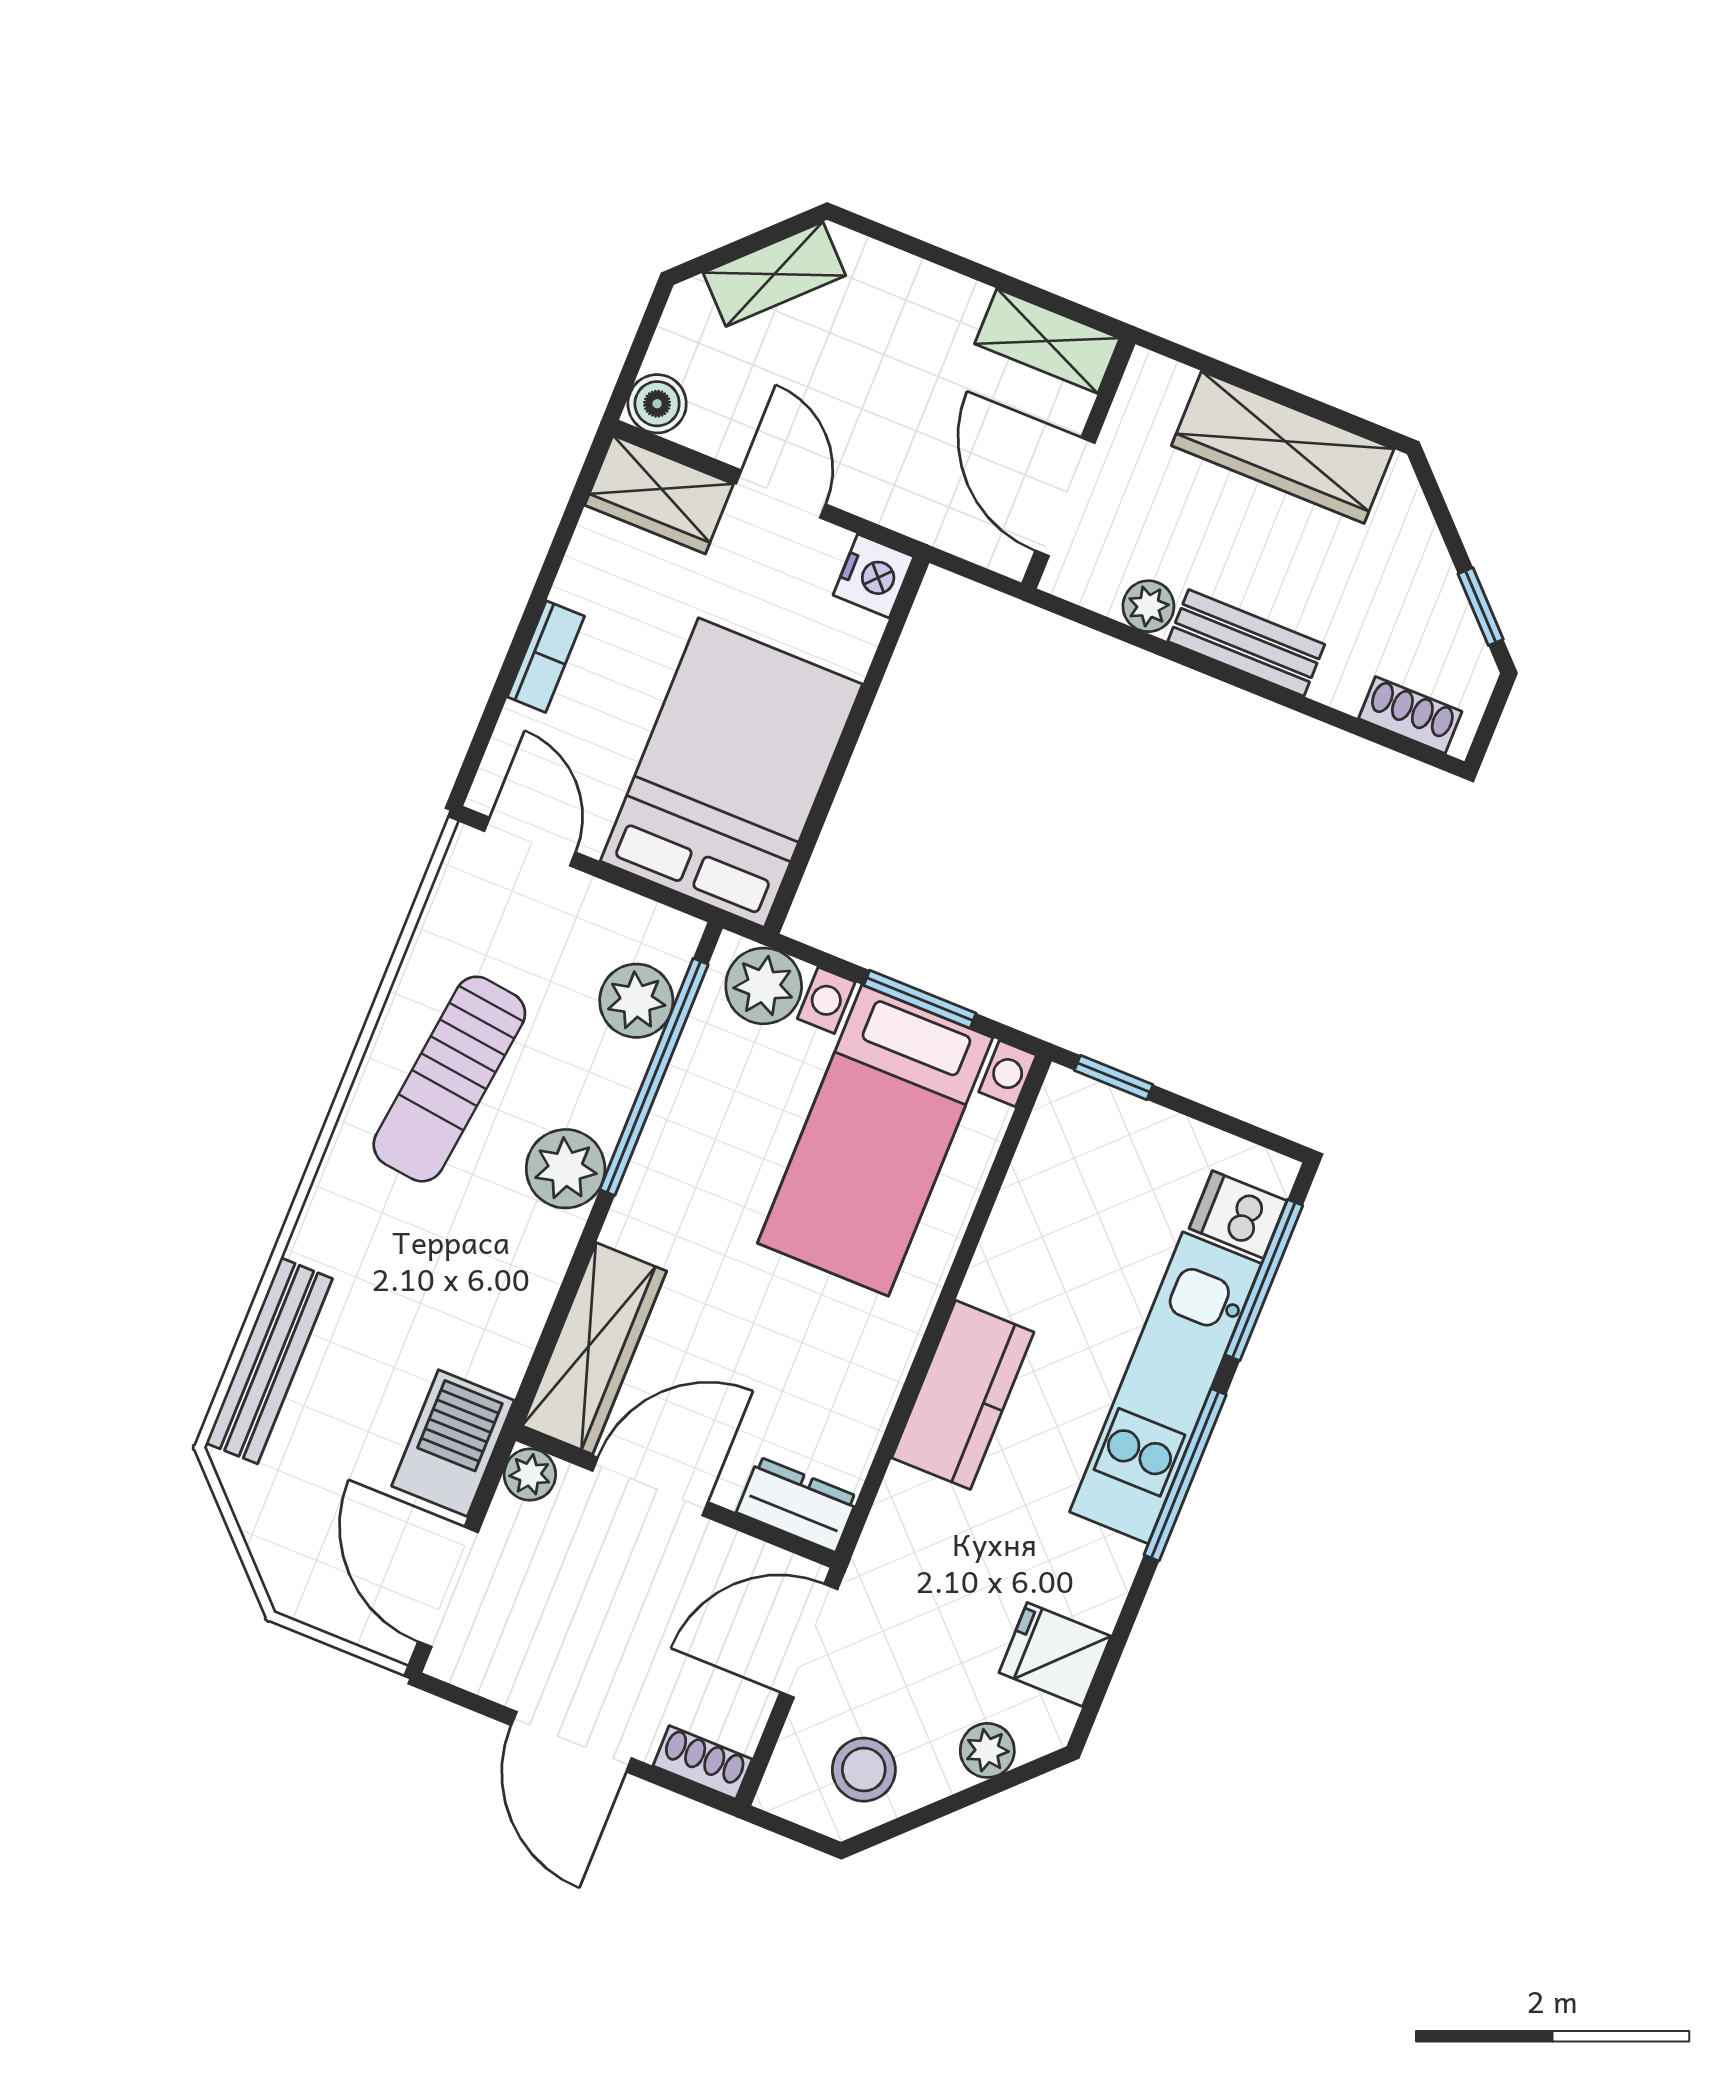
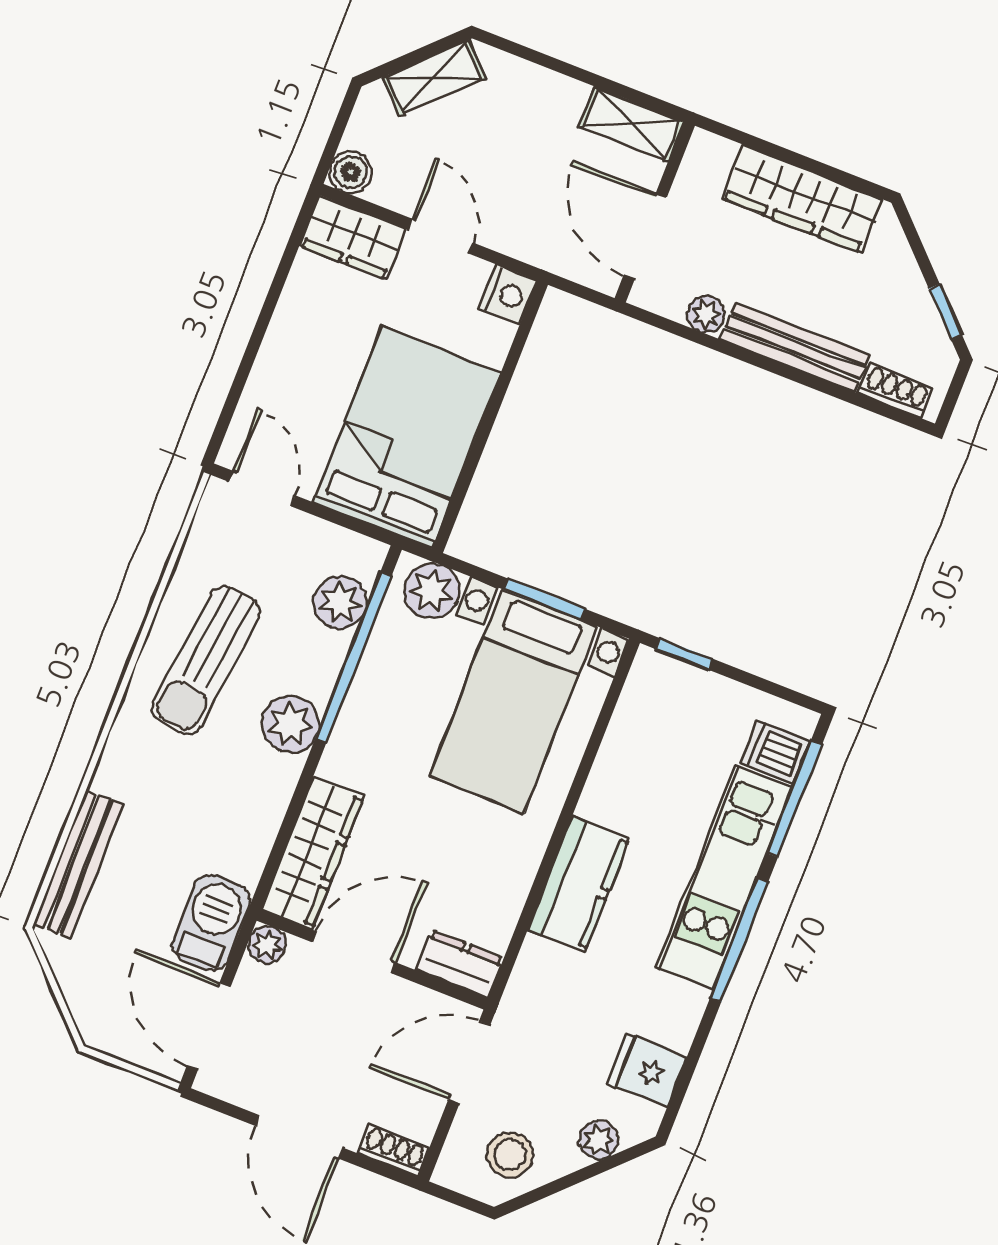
bench: (1246, 643) -> (795, 347), width x1.36
bookcase: (546, 657) -> (272, 355), removed

